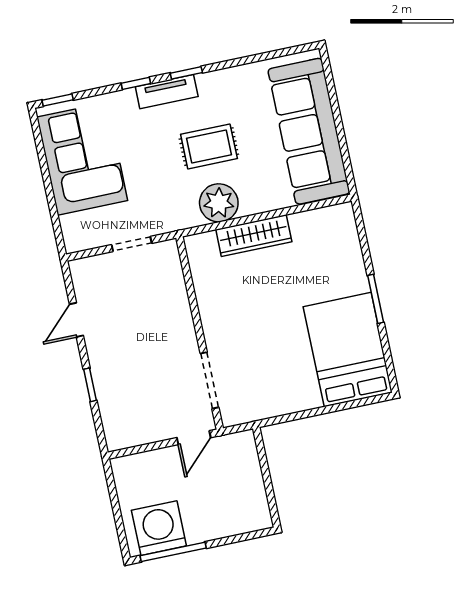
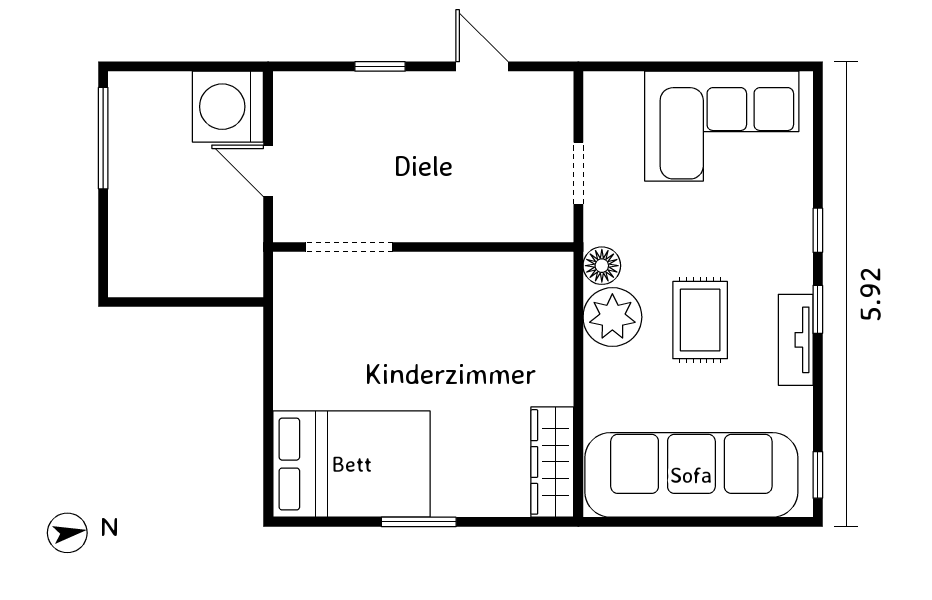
tv unit: (167, 92) -> (796, 340), moved
window: (58, 100) -> (818, 475), moved
floor lamp: (187, 217) -> (602, 266), added
wardrobe: (254, 236) -> (552, 462), moved
door: (194, 438) -> (268, 171), moved
washing machine: (159, 528) -> (228, 107), moved, turned 180

